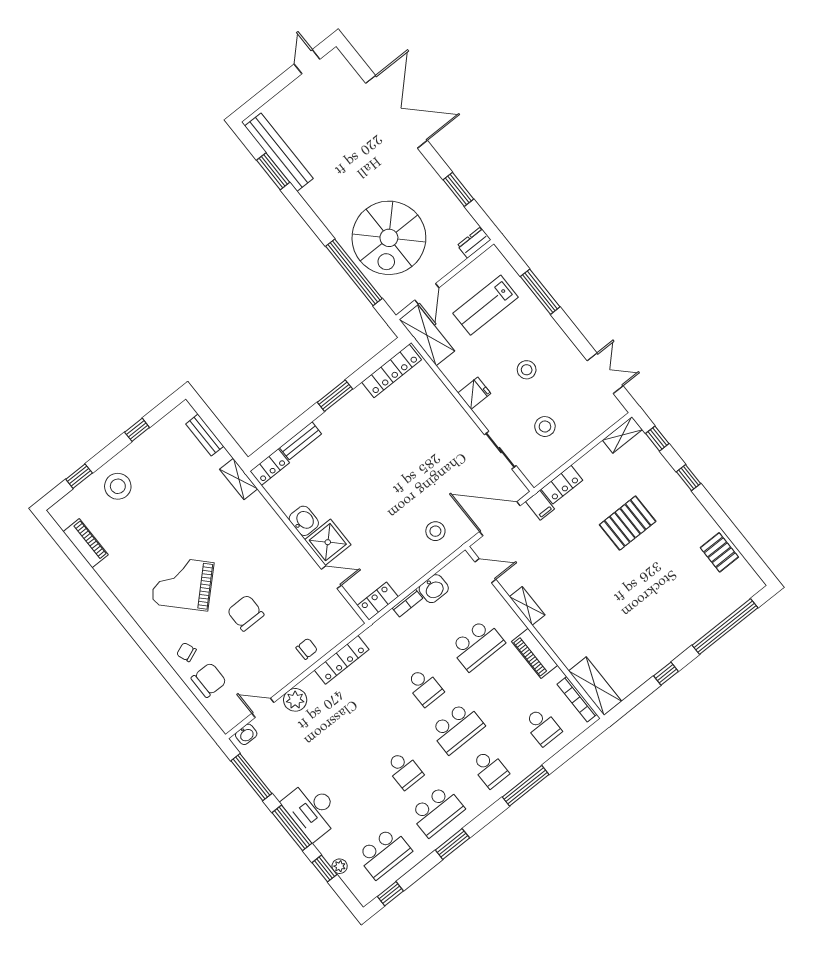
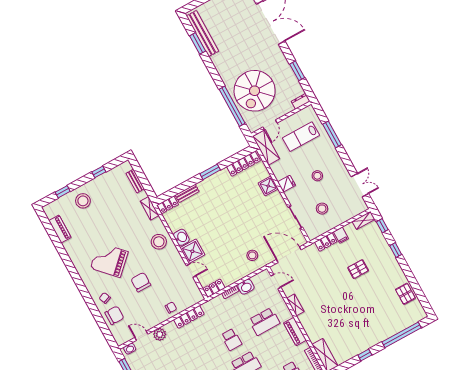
shower: (442, 403) -> (268, 186), added
filing cabinet: (540, 505) -> (341, 235), moved
pallet: (628, 523) -> (358, 269), width x0.67, depth x0.71
stool: (265, 536) -> (159, 242), added

